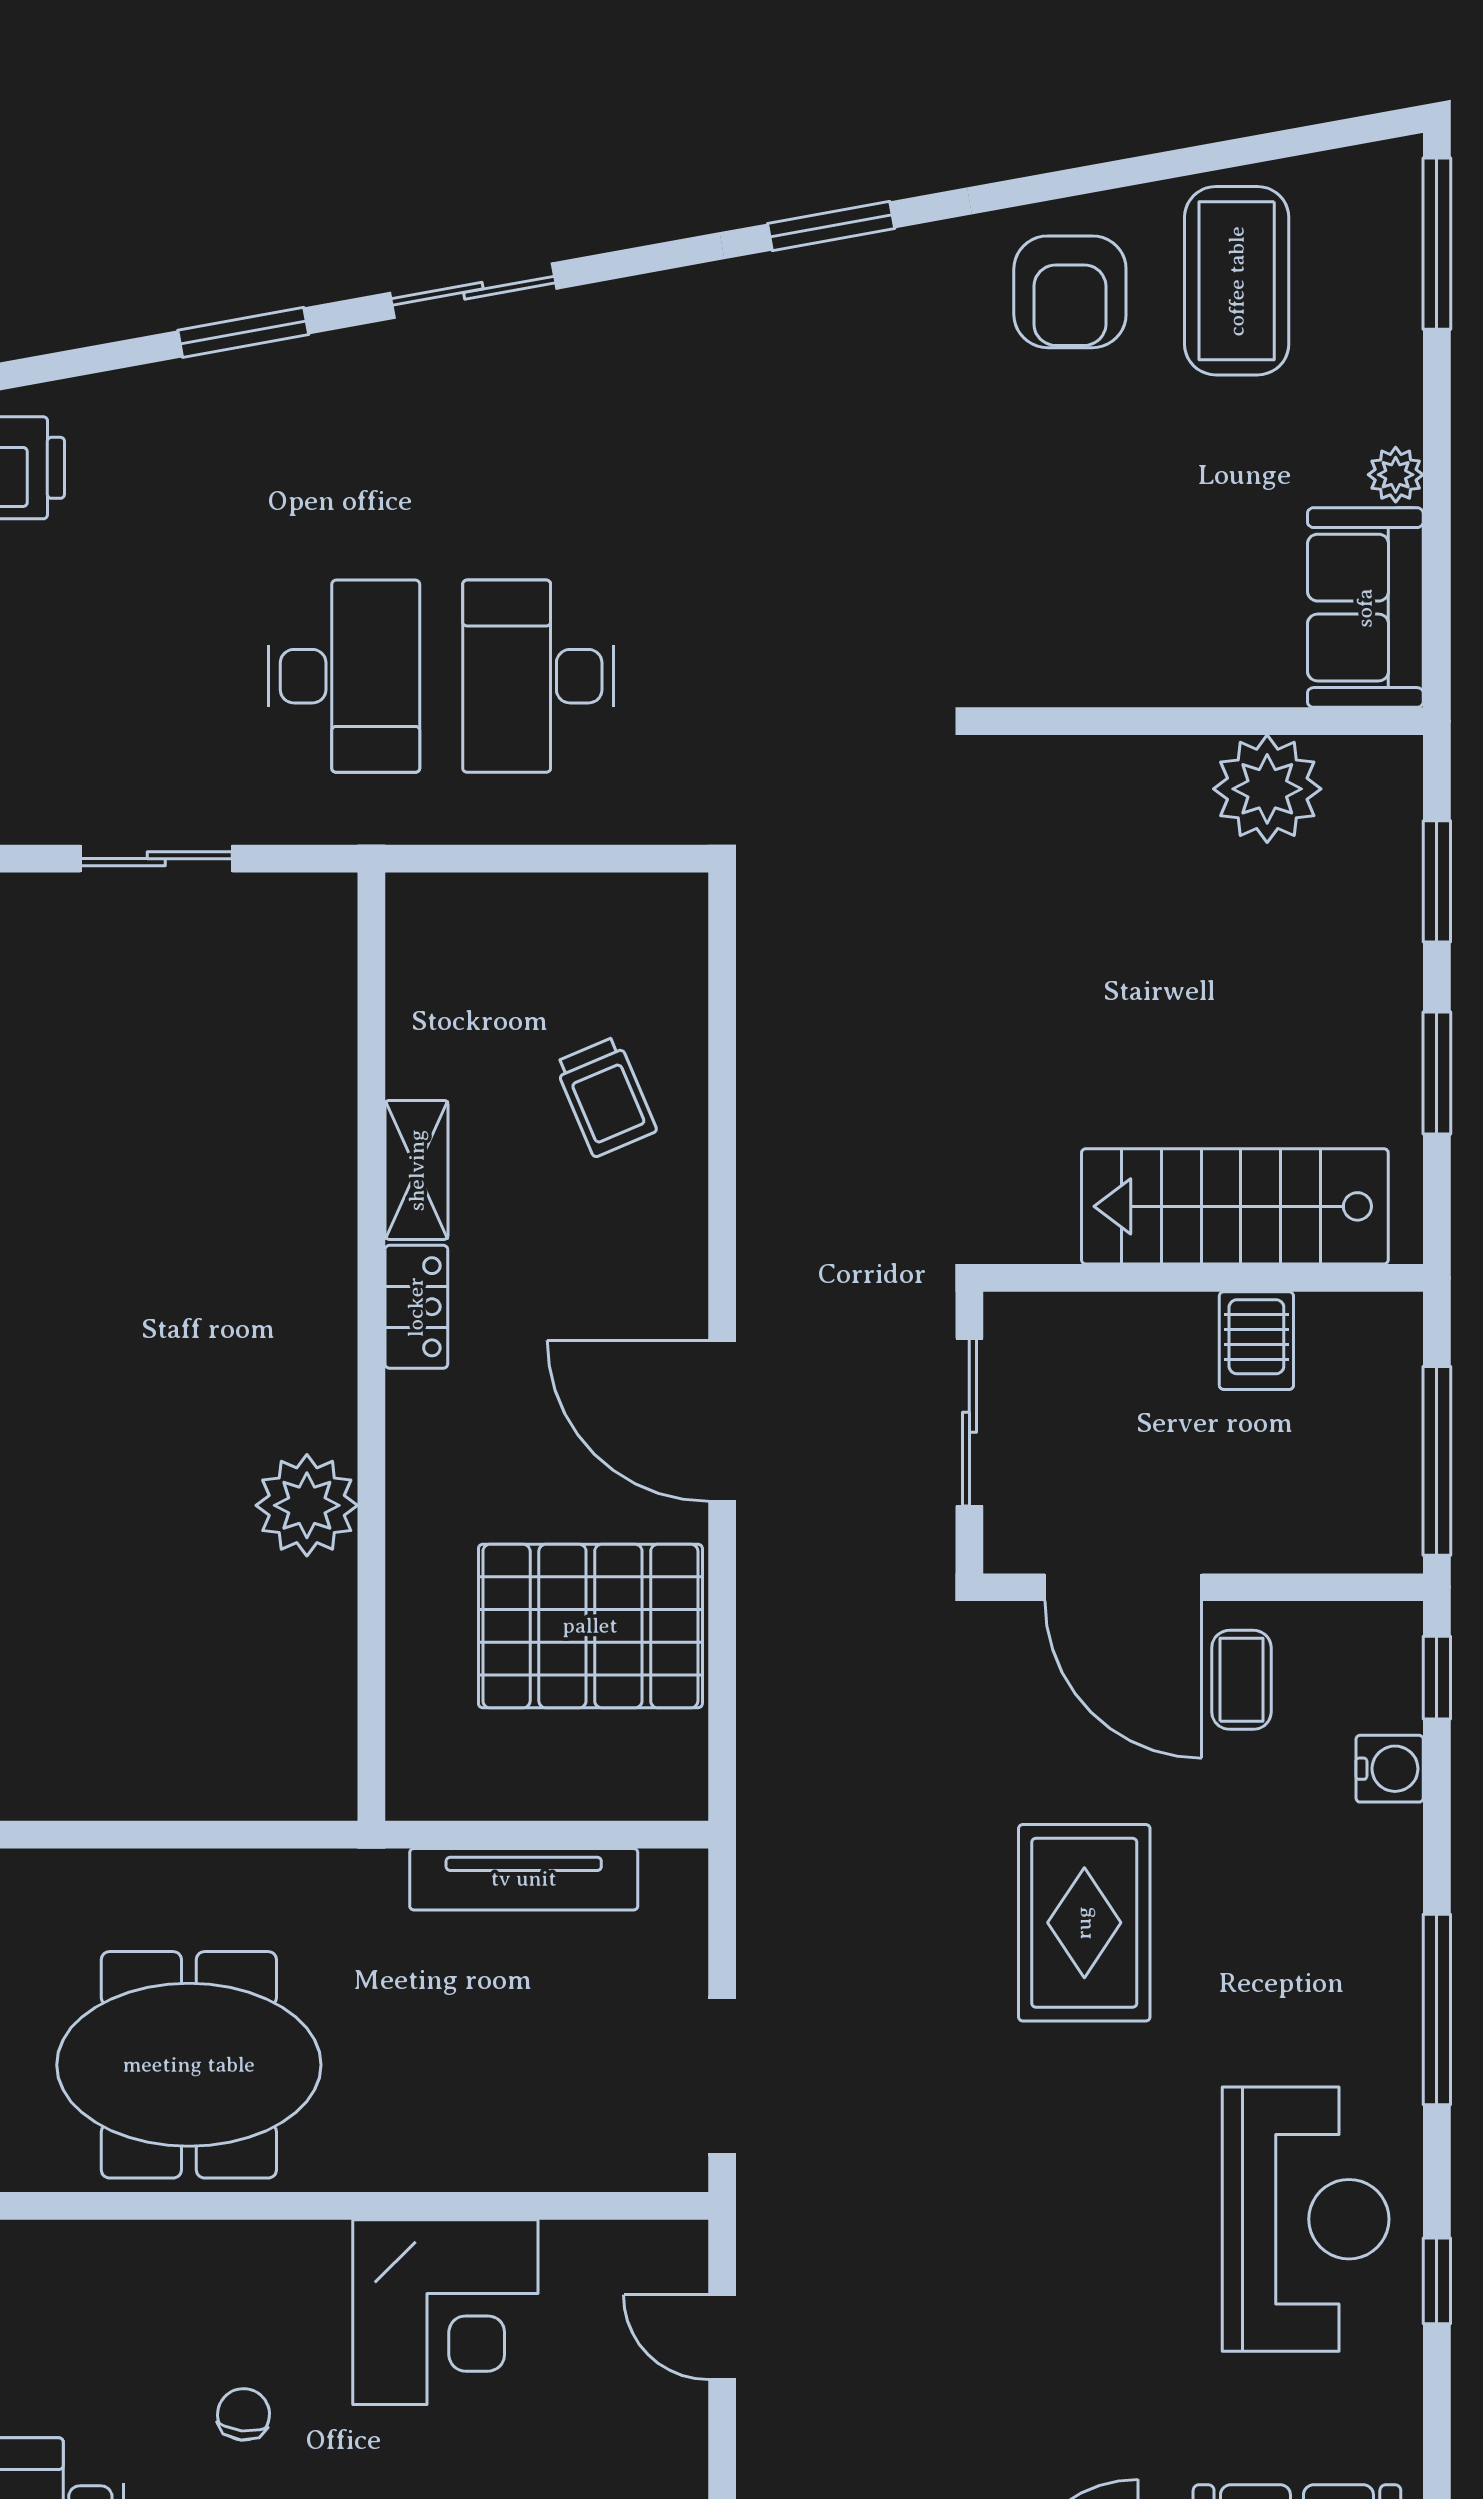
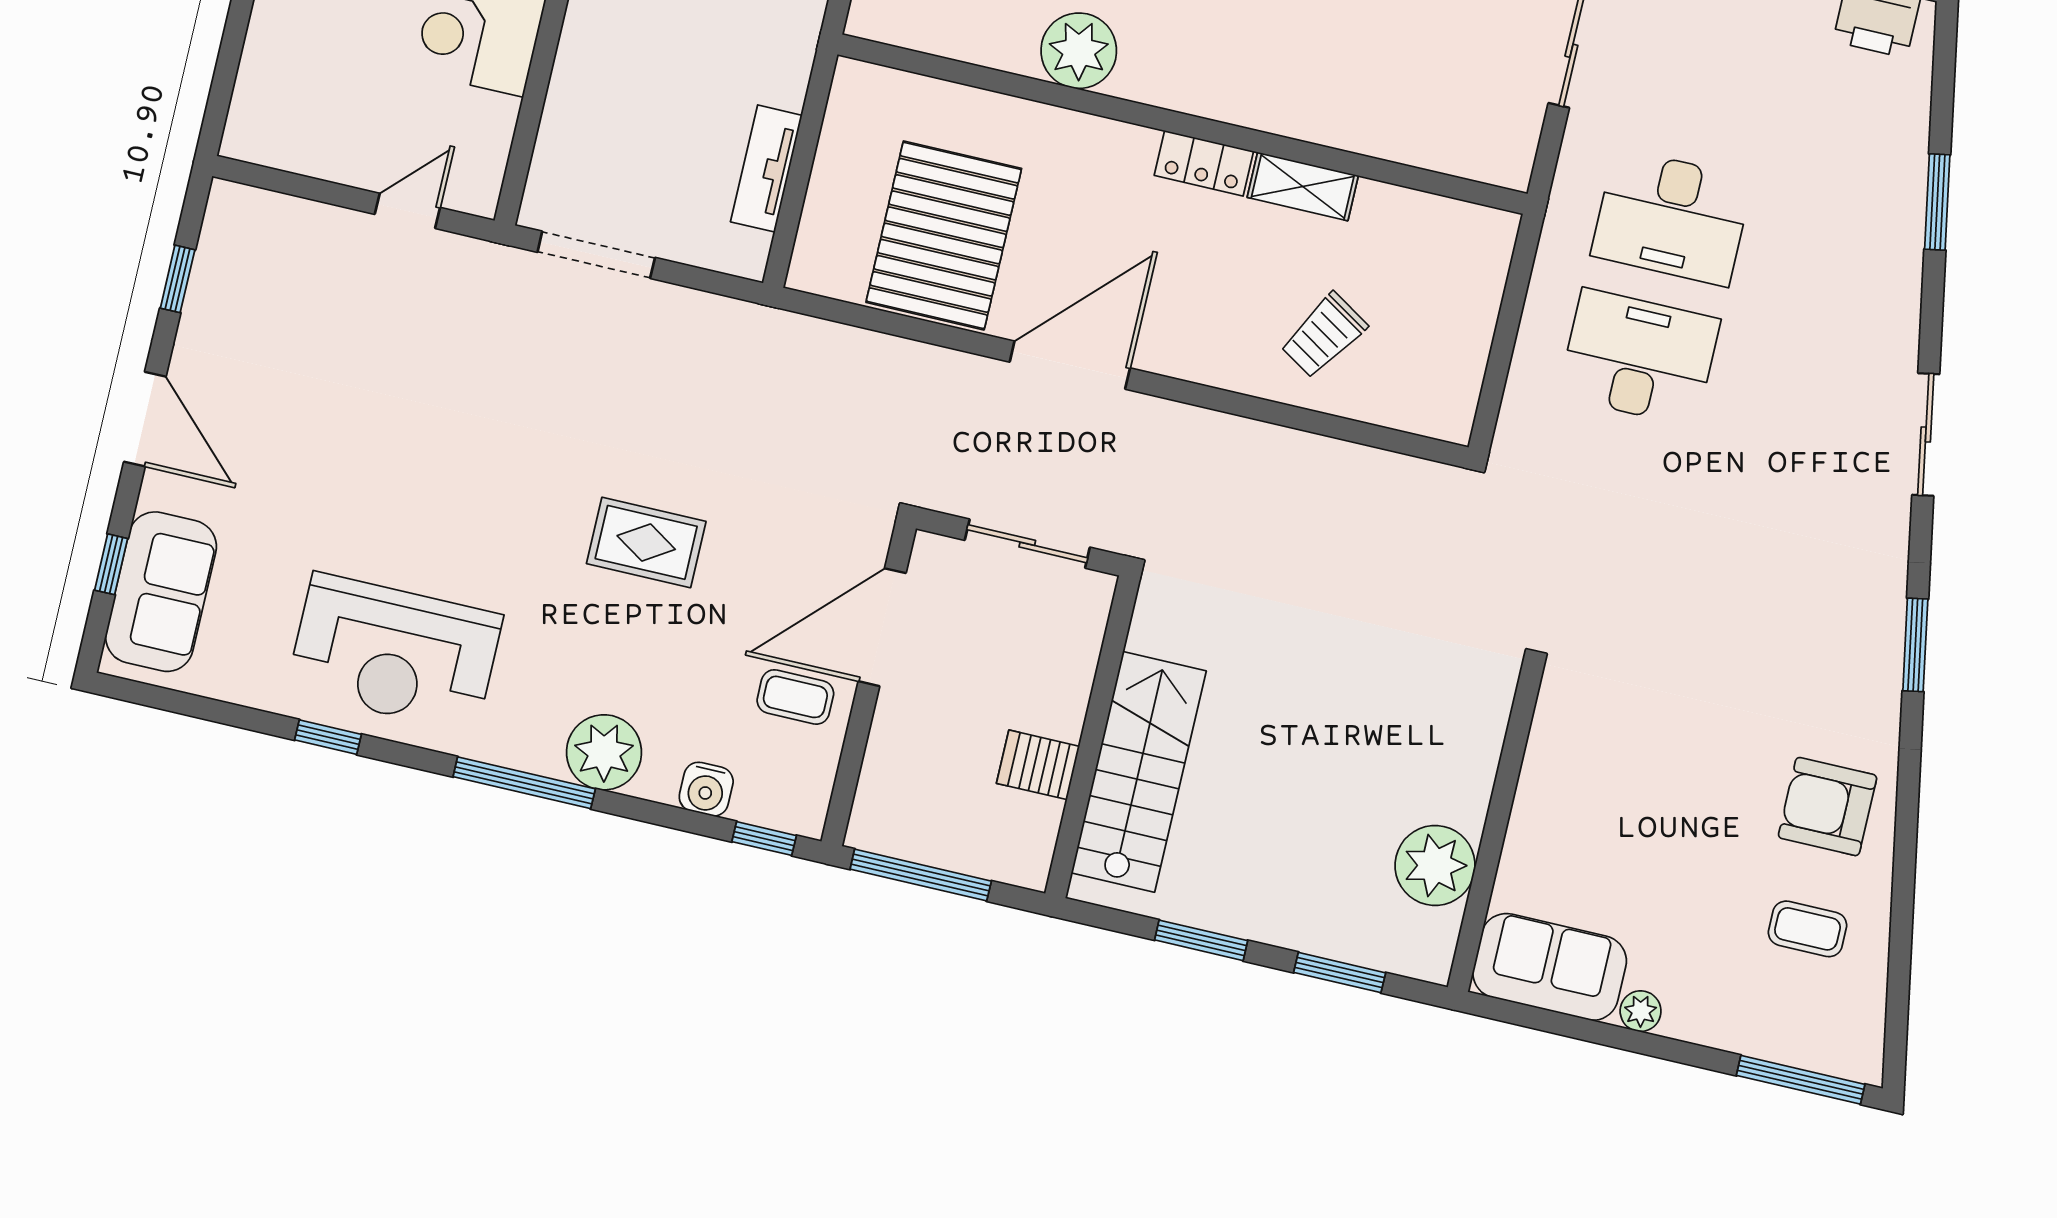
coffee table: (1237, 281) -> (1808, 929), width x0.54, depth x0.58
sliding door: (473, 291) -> (1926, 434), moved
trolley: (605, 1097) -> (1324, 335), turned -35
tv unit: (524, 1879) -> (766, 169), width x0.71
plant: (1373, 1914) -> (604, 752), added
rug: (1084, 1923) -> (646, 542), width x0.73, depth x0.70

